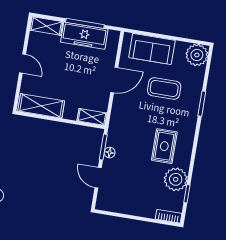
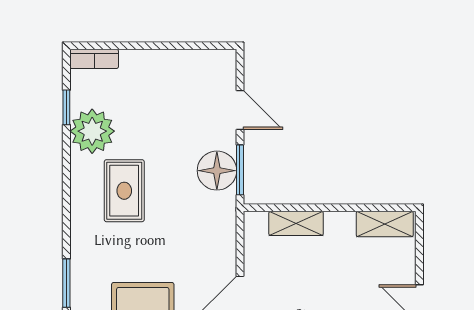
shelving: (41, 106) -> (385, 224), width x0.67, depth x0.75
shelving: (92, 117) -> (296, 223), moved
floor lamp: (110, 153) -> (217, 171), width x1.89, depth x1.89

